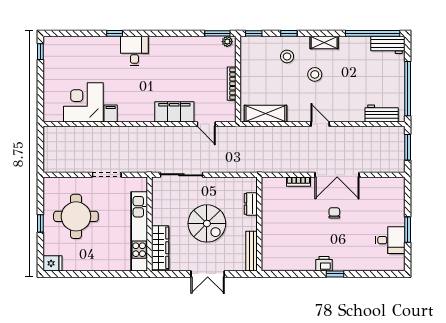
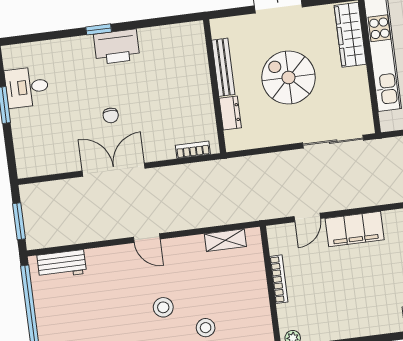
shelving: (265, 114) -> (225, 240), width x0.67, depth x0.75
door: (206, 124) -> (307, 218), swing flipped
bookcase: (298, 182) -> (193, 150), moved
bench: (251, 251) -> (223, 67), moved
printer: (324, 264) -> (117, 47), width x1.87, depth x1.48

